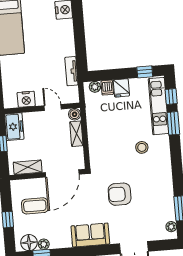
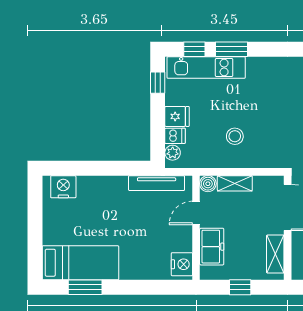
tv unit: (71, 71) -> (157, 183), width x1.41
nightstand: (26, 99) -> (182, 264), moved
freezer: (14, 127) -> (212, 247), moved, turned 90
stool: (142, 147) -> (235, 136), moved

